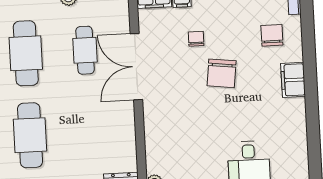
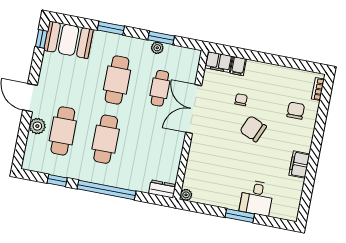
chair: (222, 73) -> (253, 129), turned 106
filing cabinet: (293, 80) -> (299, 165), moved

